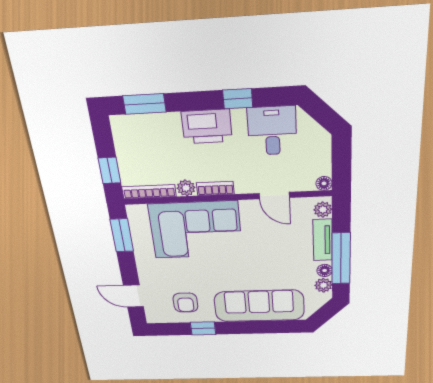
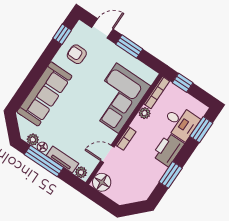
window: (238, 99) -> (171, 175), width x1.50
desk: (272, 131) -> (181, 122), moved
floor lamp: (324, 183) -> (102, 182), width x1.89, depth x1.89
bookcase: (215, 188) -> (126, 138), moved
window: (122, 235) -> (129, 47), moved
window: (203, 328) -> (62, 34), moved

